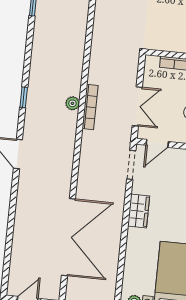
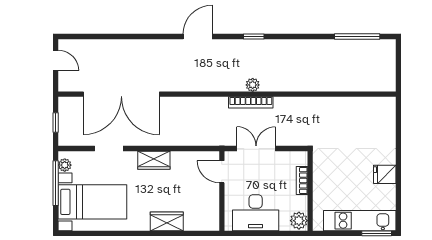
double door: (137, 106) -> (256, 148), swing flipped
doorway: (131, 165) -> (109, 148), moved

